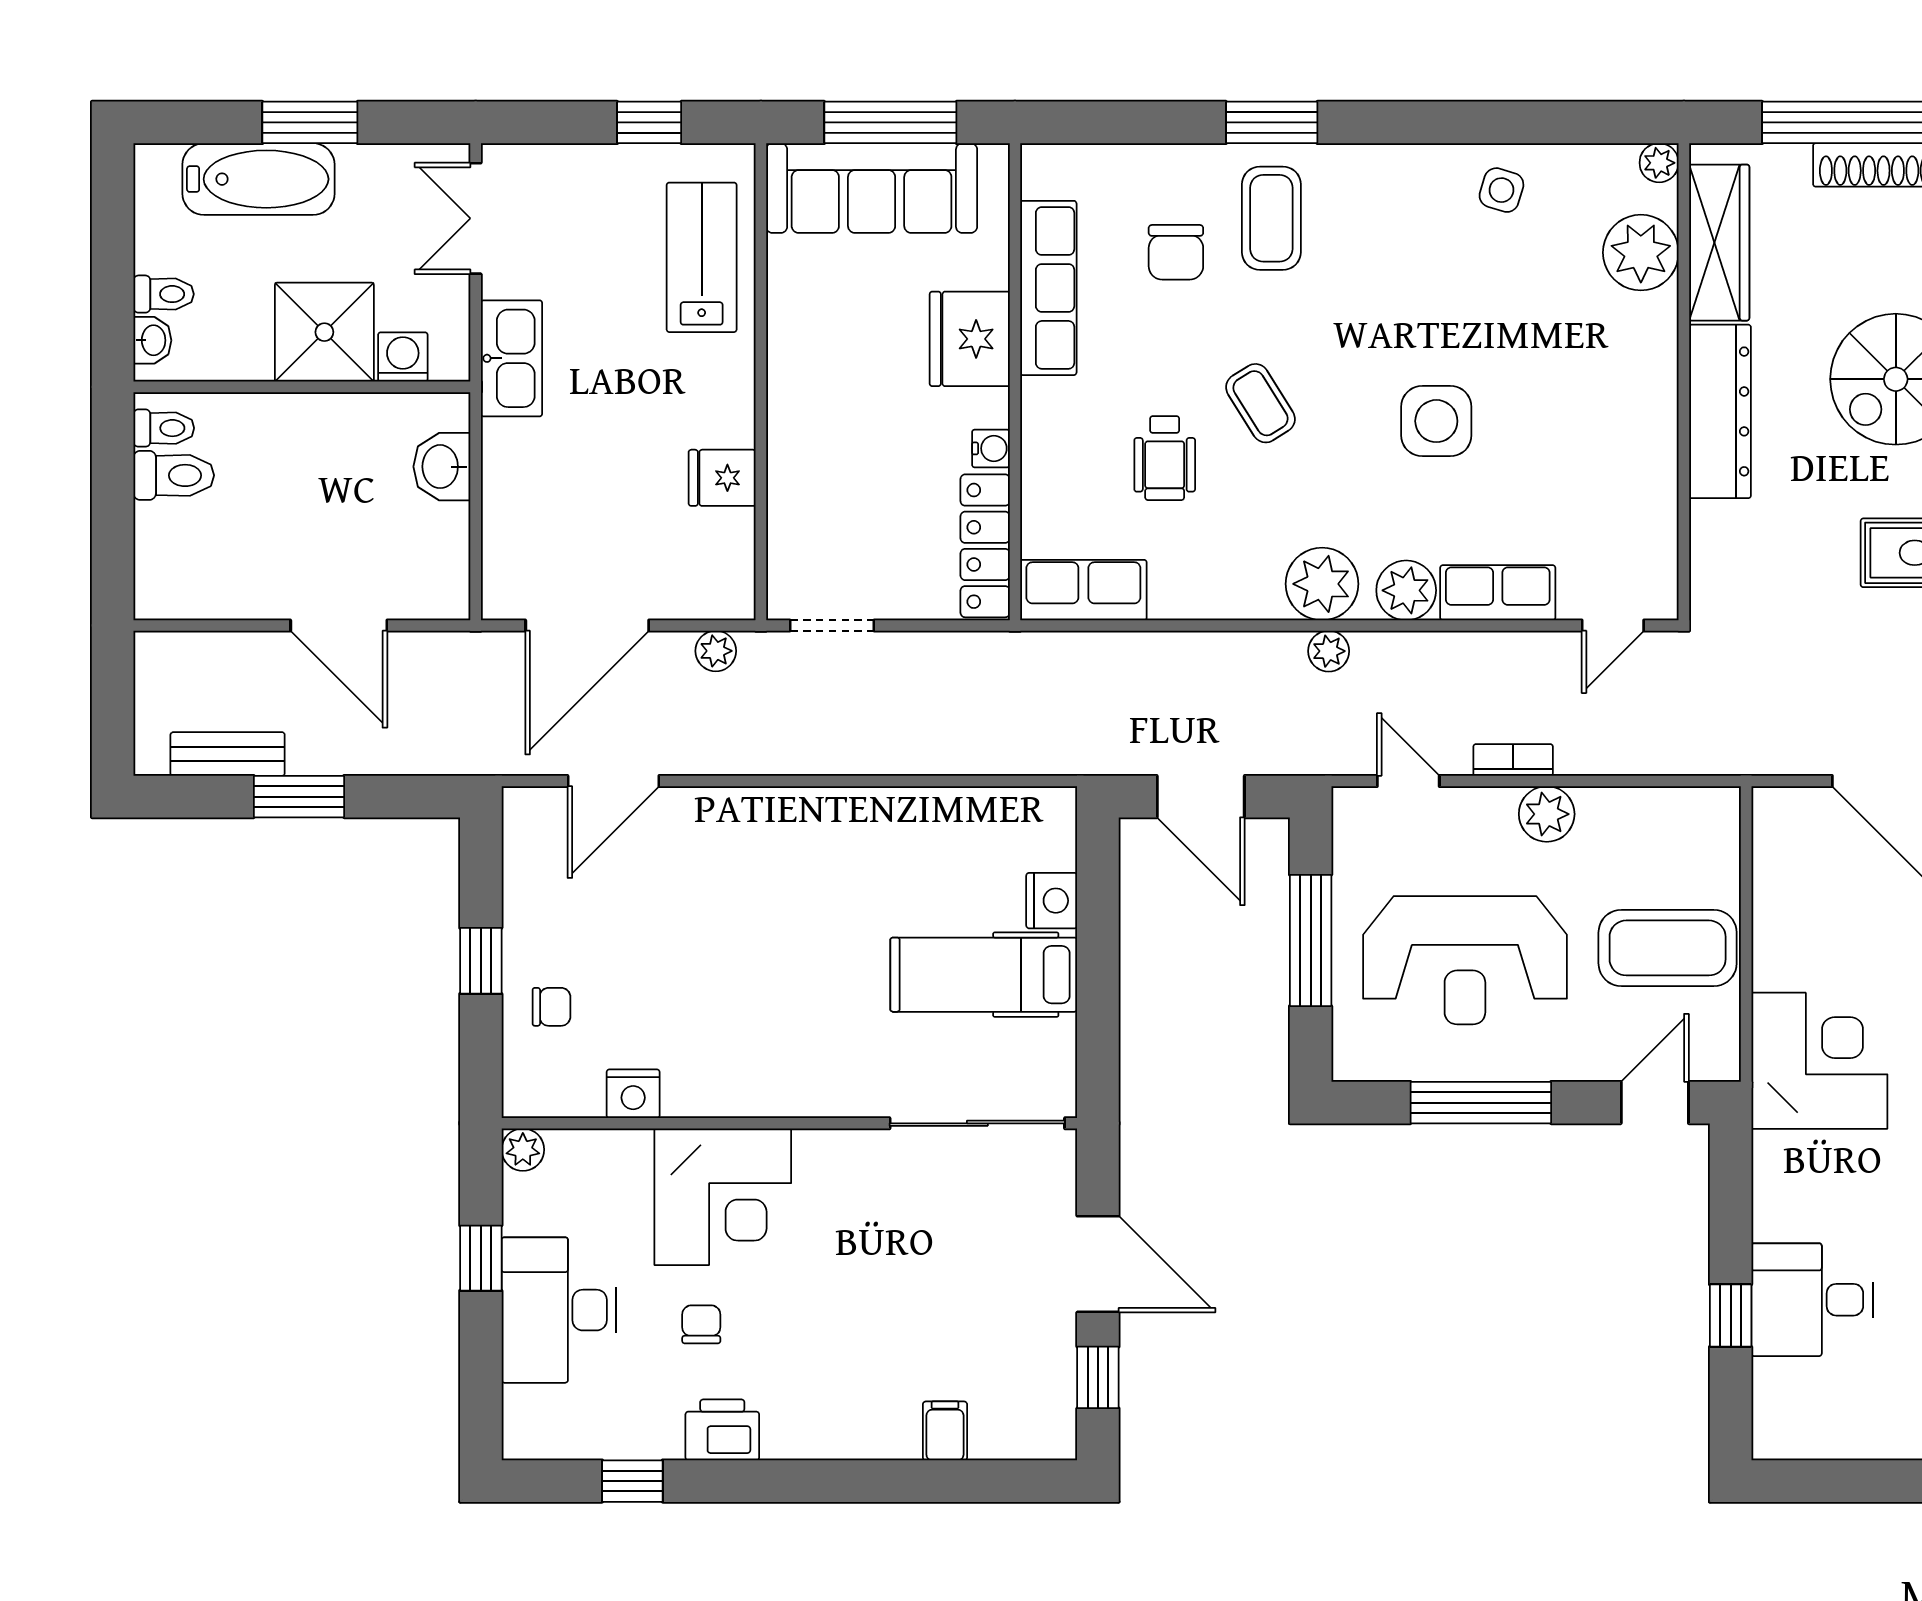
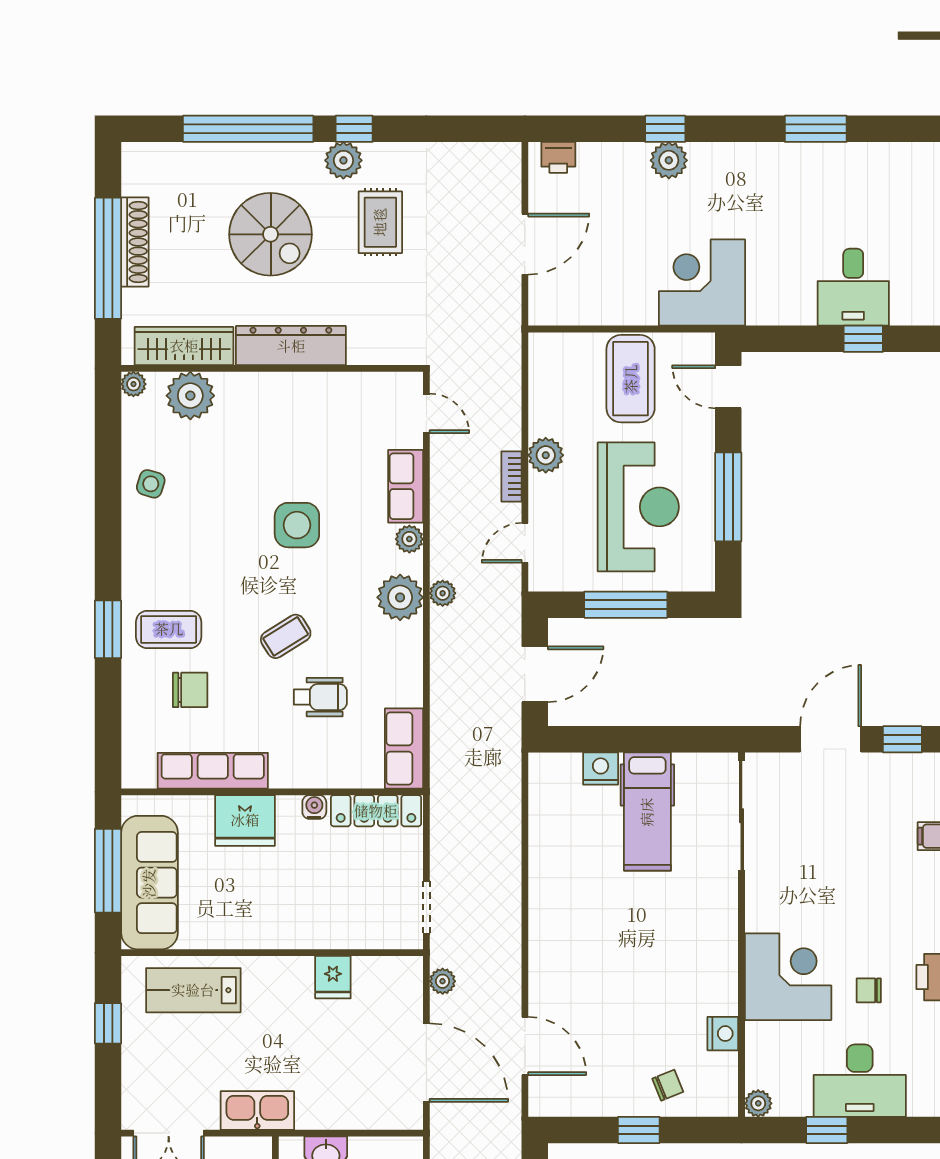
plant: (1406, 590) -> (409, 539), width x0.73, depth x0.73
chair: (551, 1007) -> (668, 1085), turned 68

